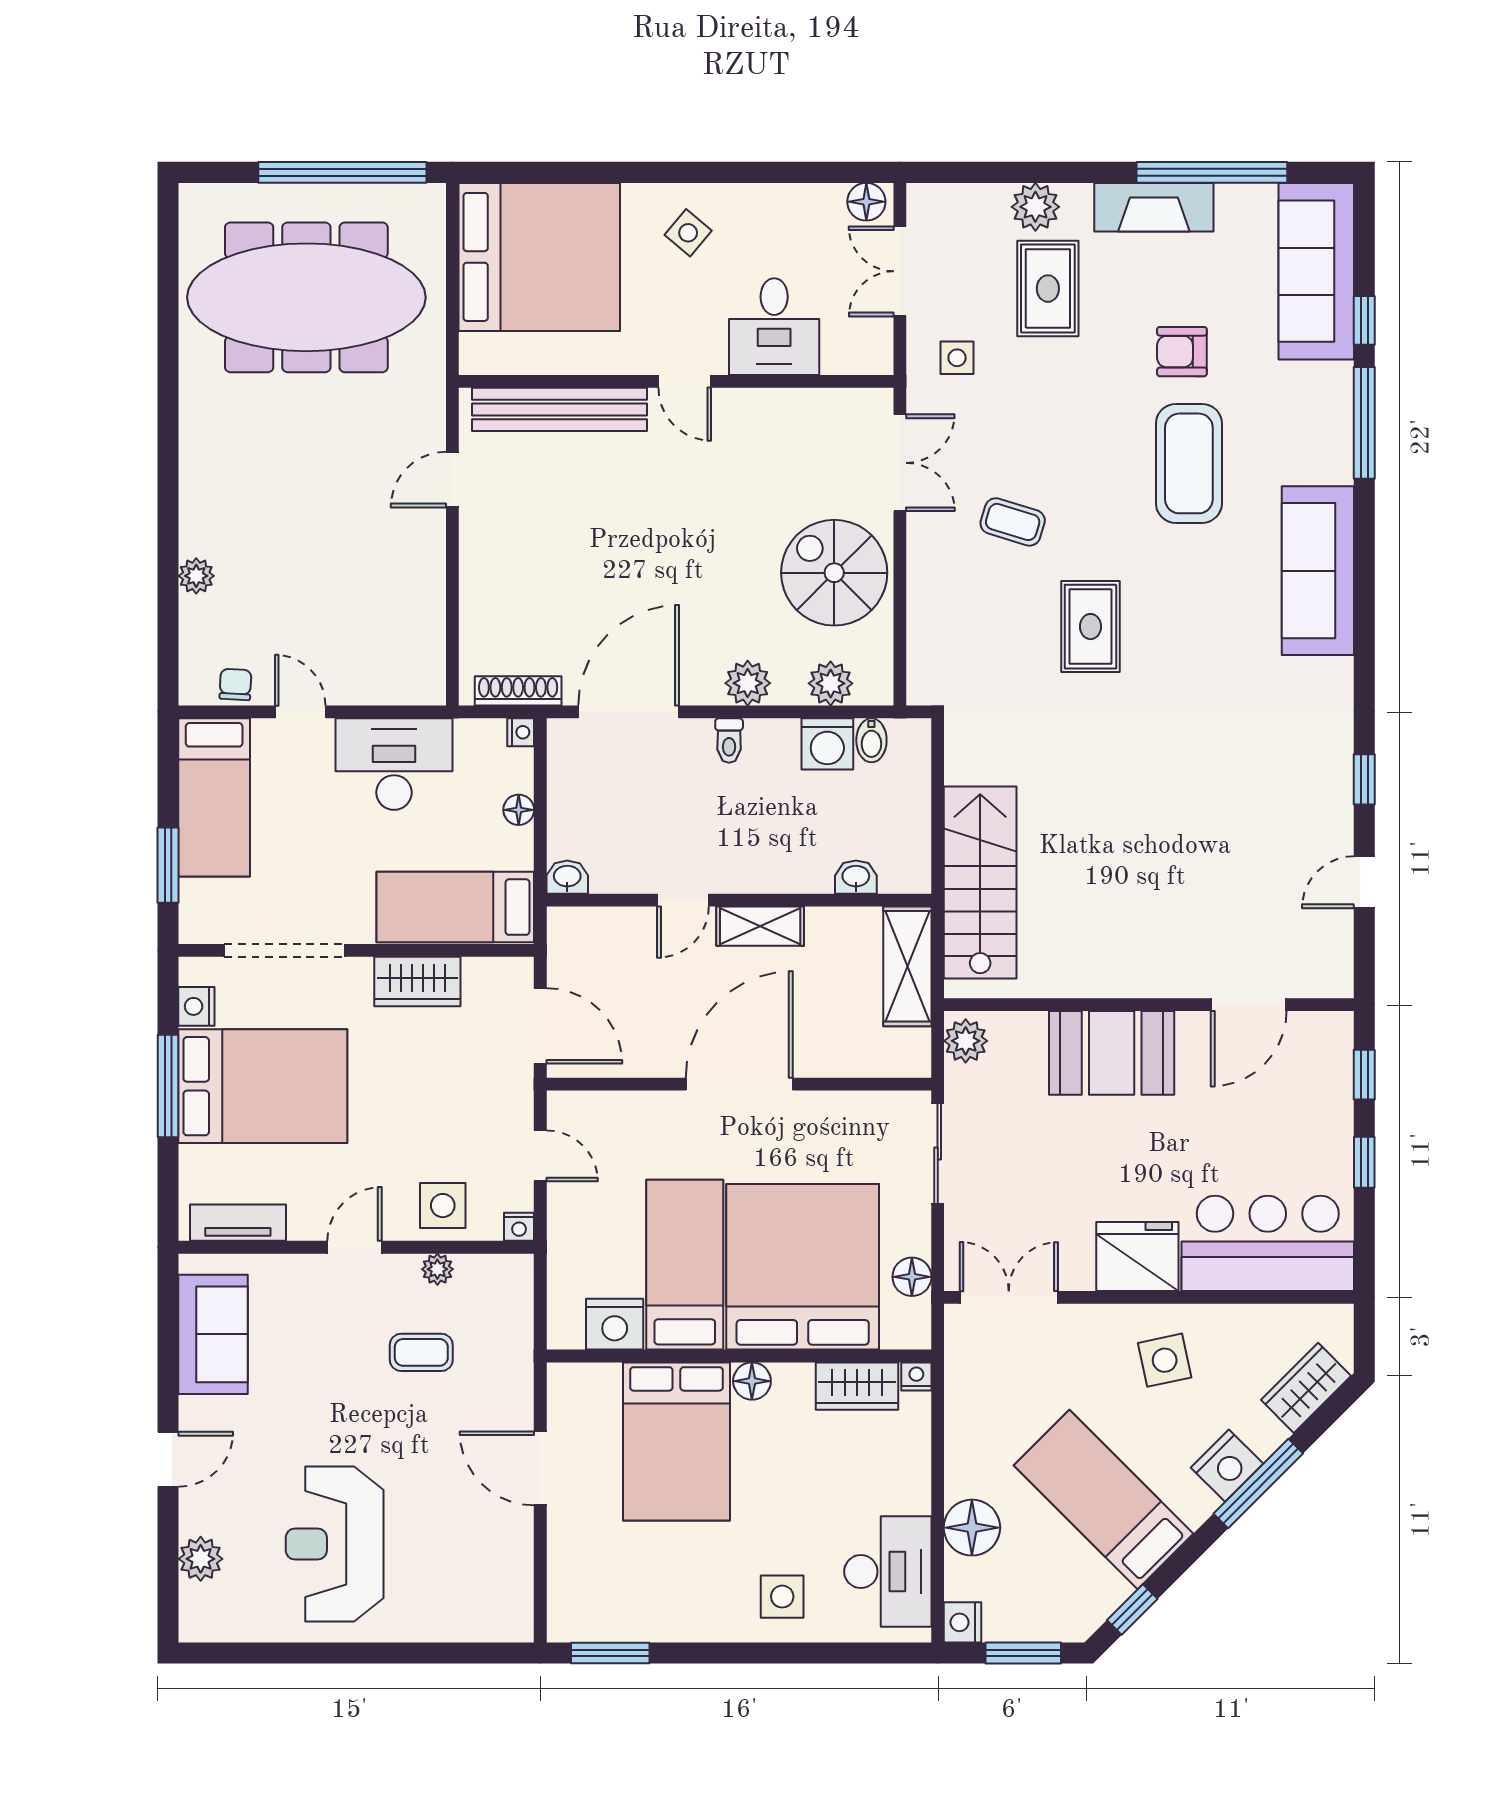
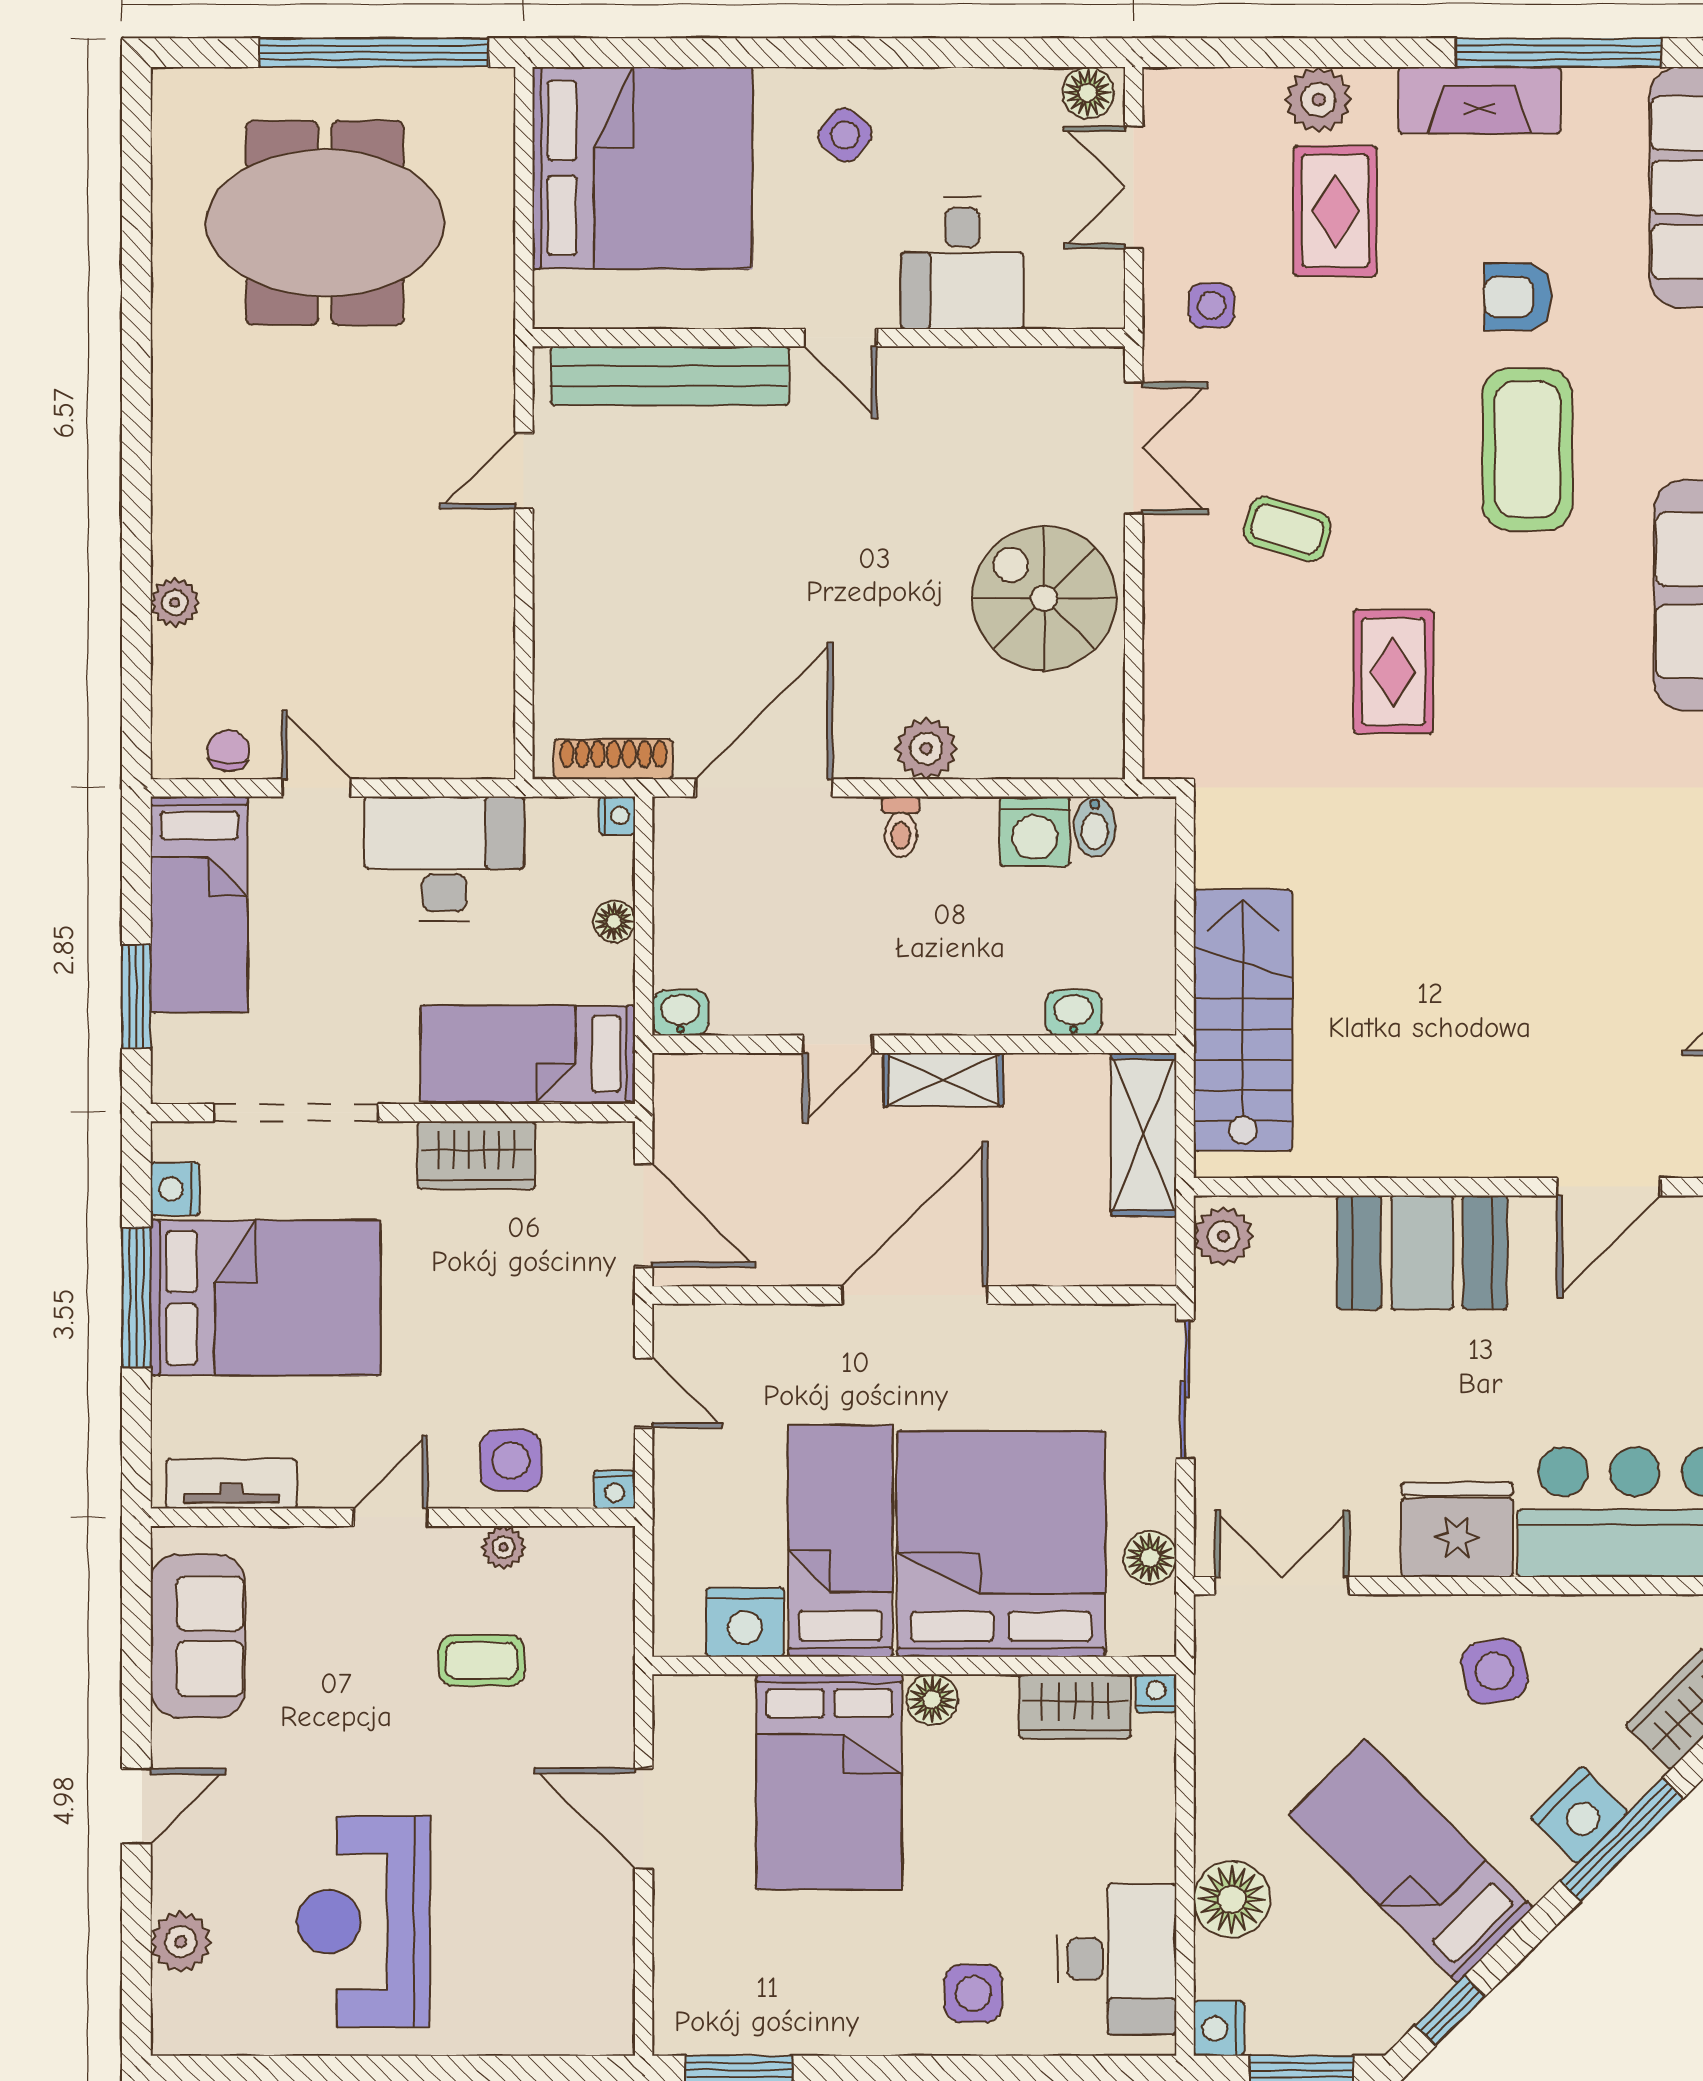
meeting table: (306, 297) -> (325, 223), width x0.73
plant: (831, 683) -> (1039, 749), removed

